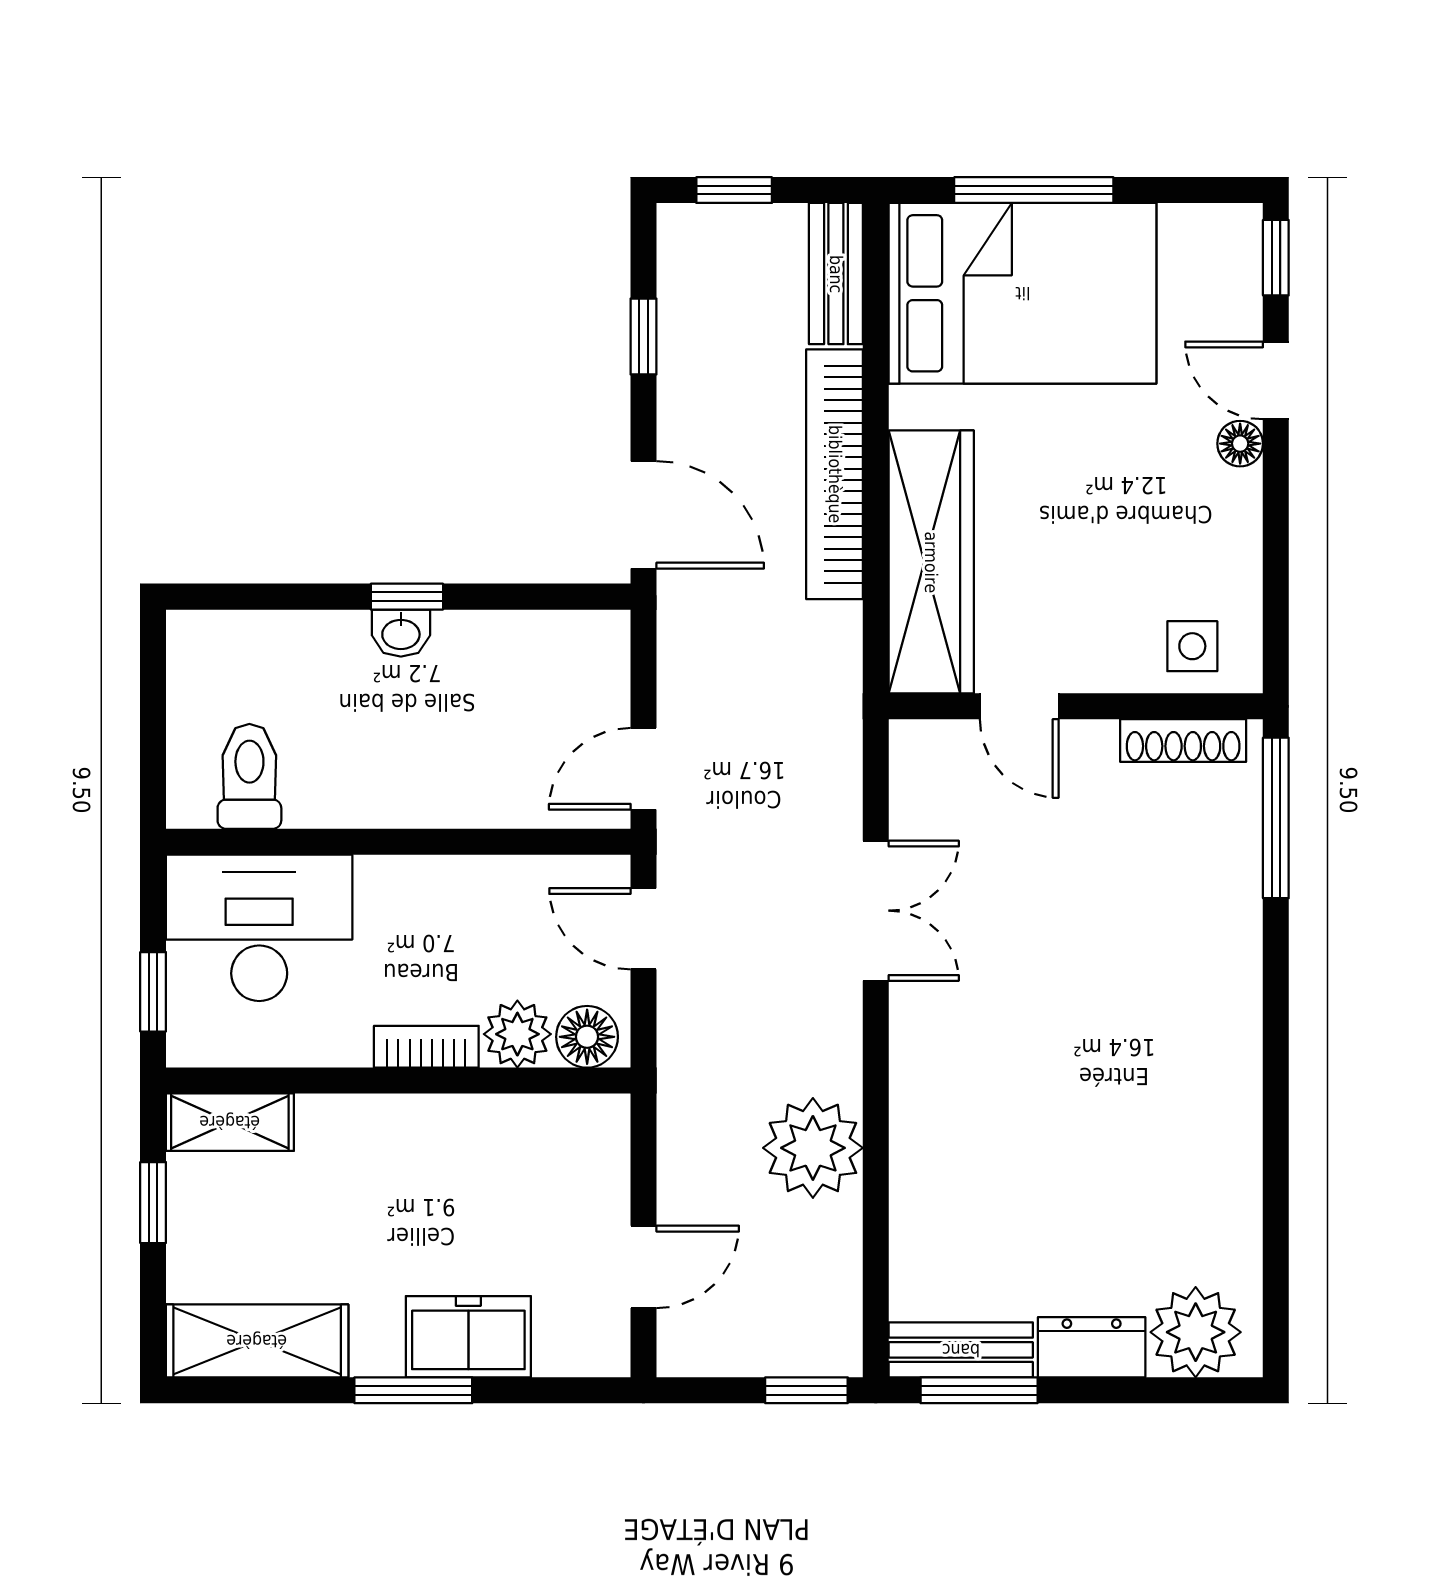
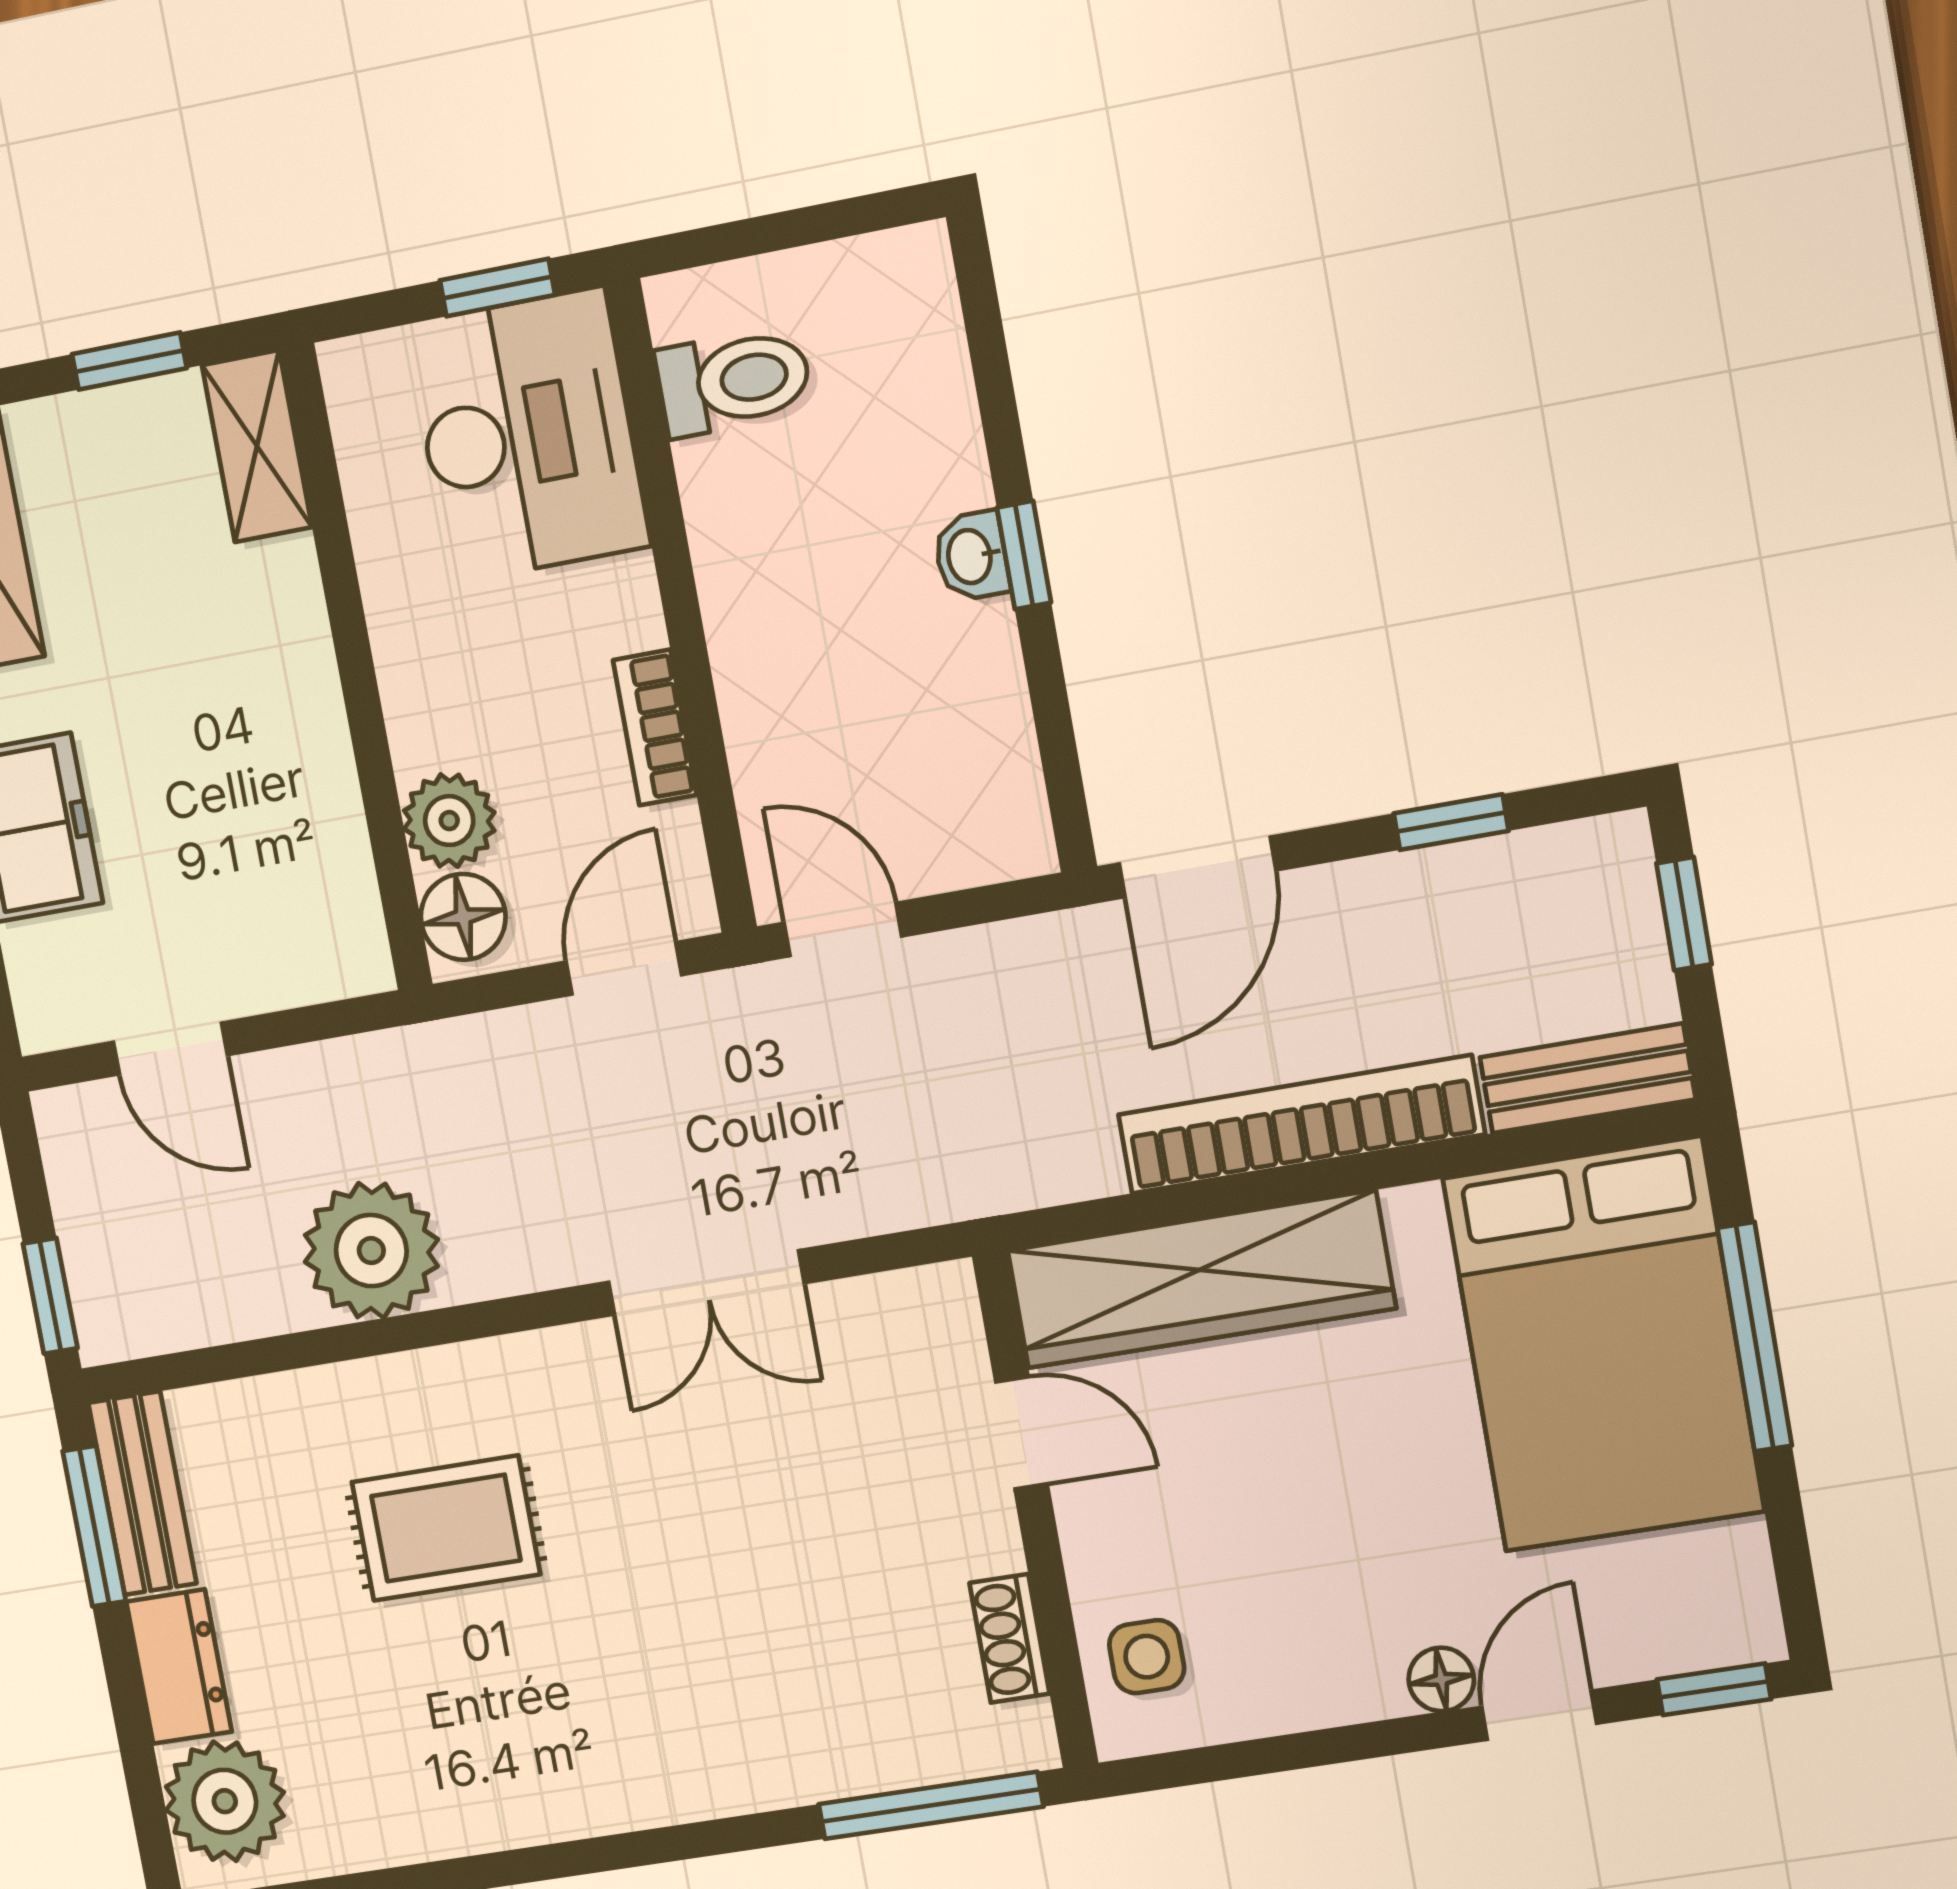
door: (1019, 706) -> (1022, 1433), swing flipped
shoe rack: (1183, 741) -> (1010, 1638), width x0.70
window: (153, 992) -> (497, 288), moved
bookcase: (426, 1047) -> (655, 728), moved, turned 180
rug: (1022, 1131) -> (446, 1528), added

